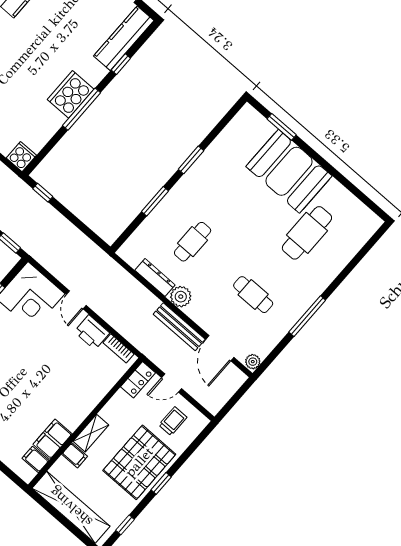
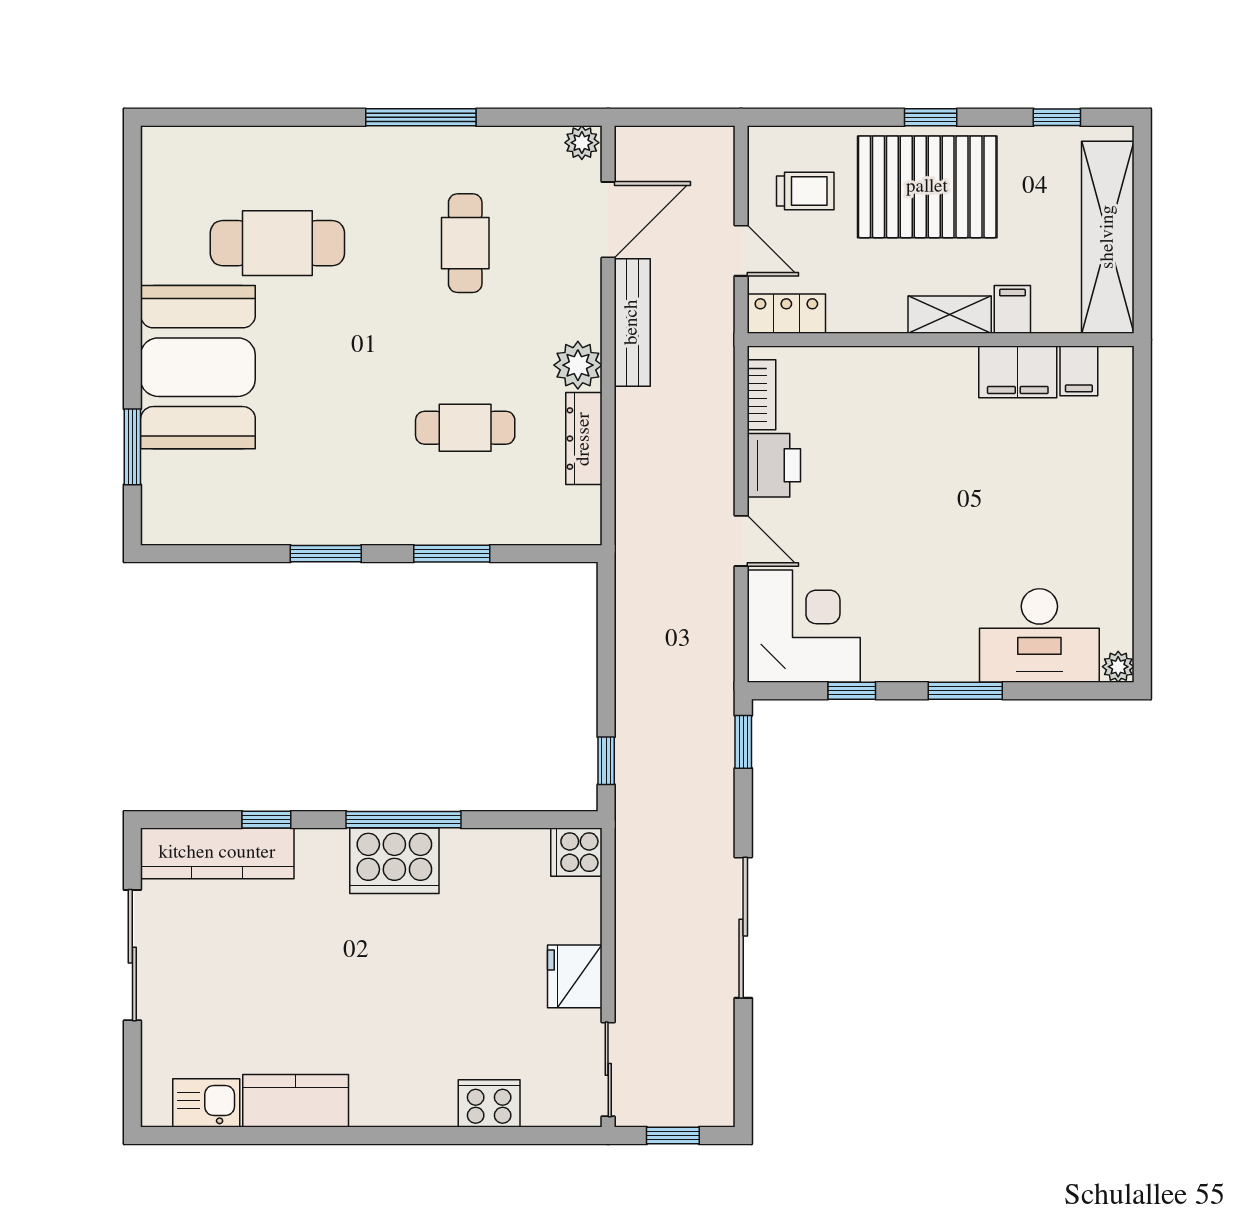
door: (76, 300) -> (741, 541), hinge flipped
trolley: (173, 421) -> (805, 191), turned 180

